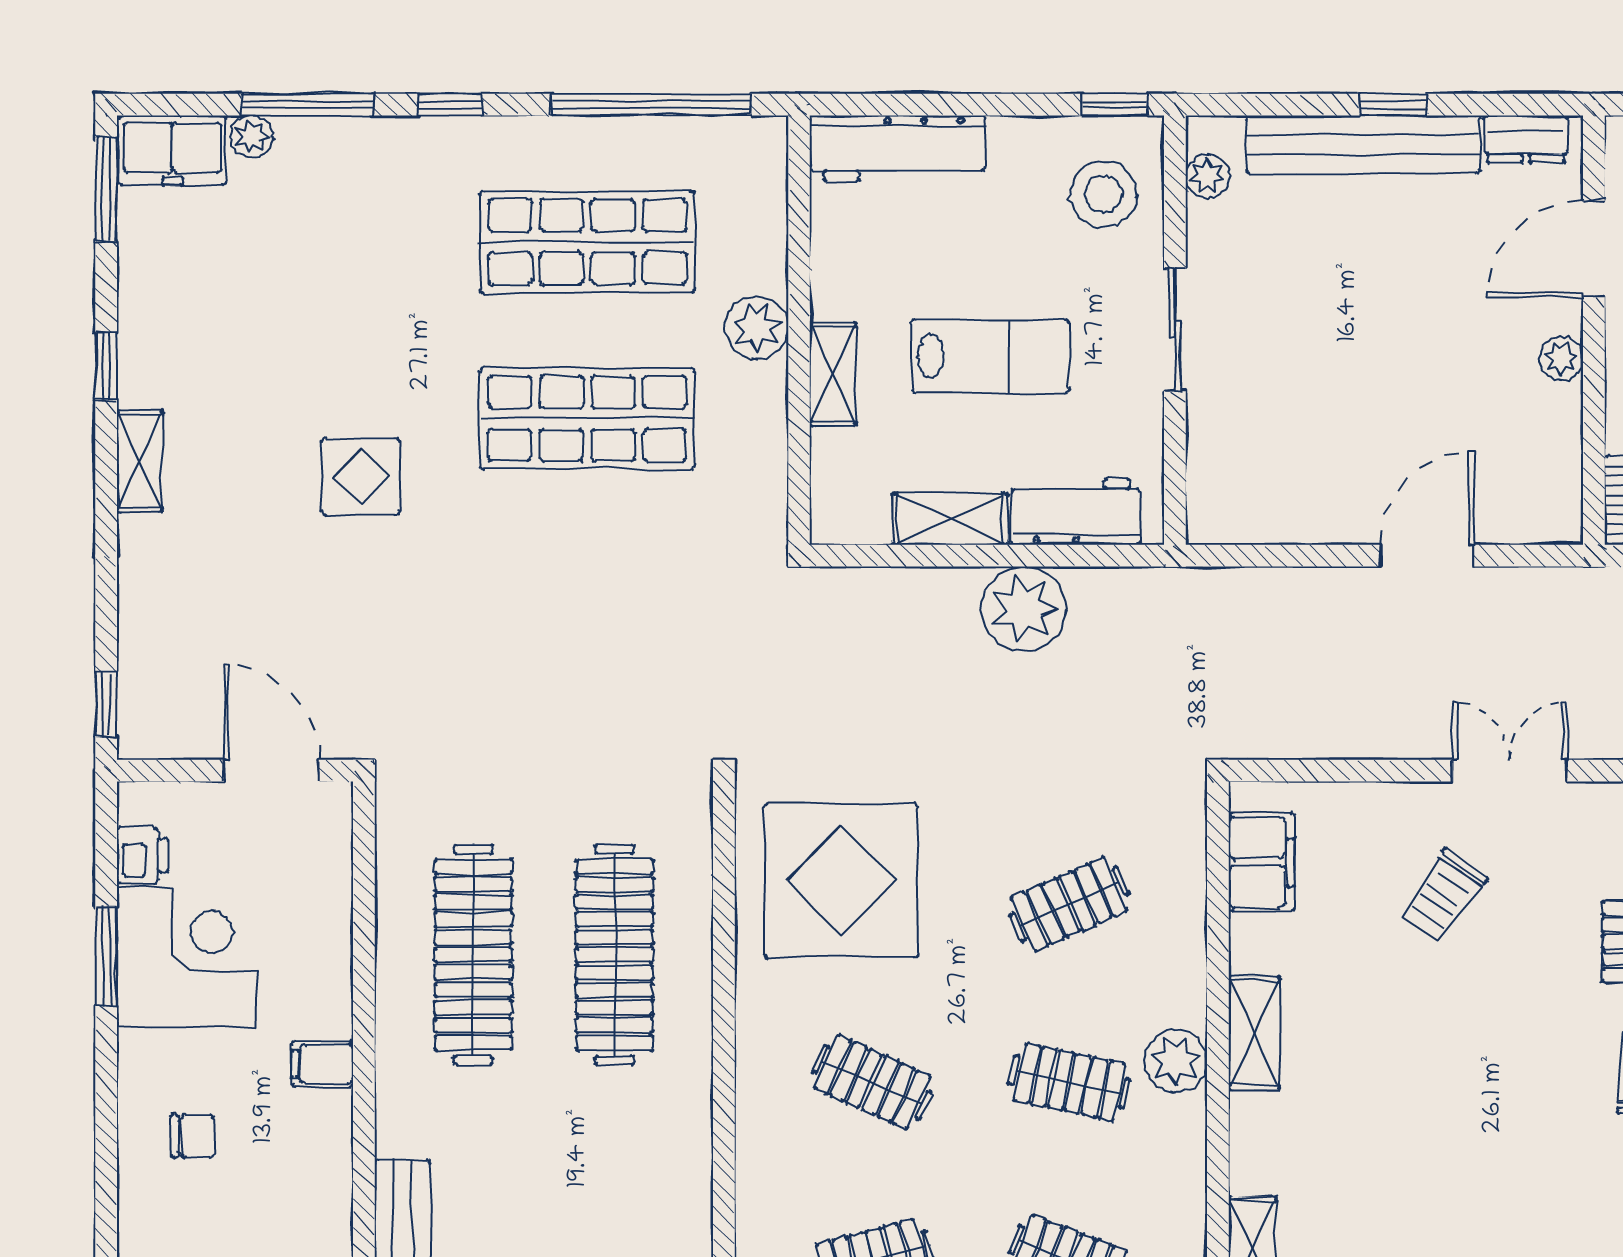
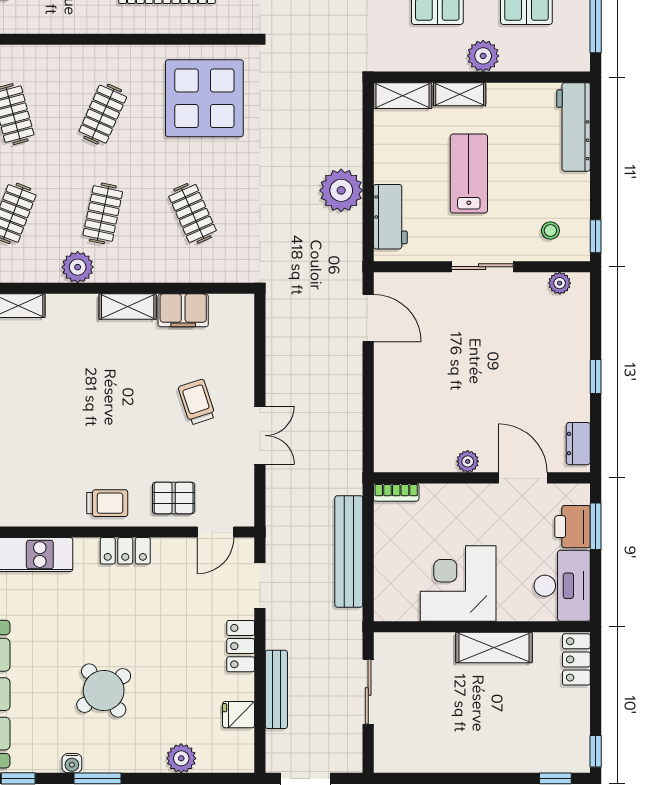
bench: (1363, 144) -> (576, 362), removed
stool: (1103, 194) -> (550, 231), width x0.53, depth x0.53
lab bench: (990, 356) -> (469, 174), turned 180
shelving: (950, 519) -> (403, 96), moved, turned 90
door: (1427, 556) -> (368, 318), moved
filing cabinet: (1262, 862) -> (183, 310), moved
trolley: (1443, 895) -> (197, 402), turned 36
plant: (1176, 1061) -> (78, 267), moved

